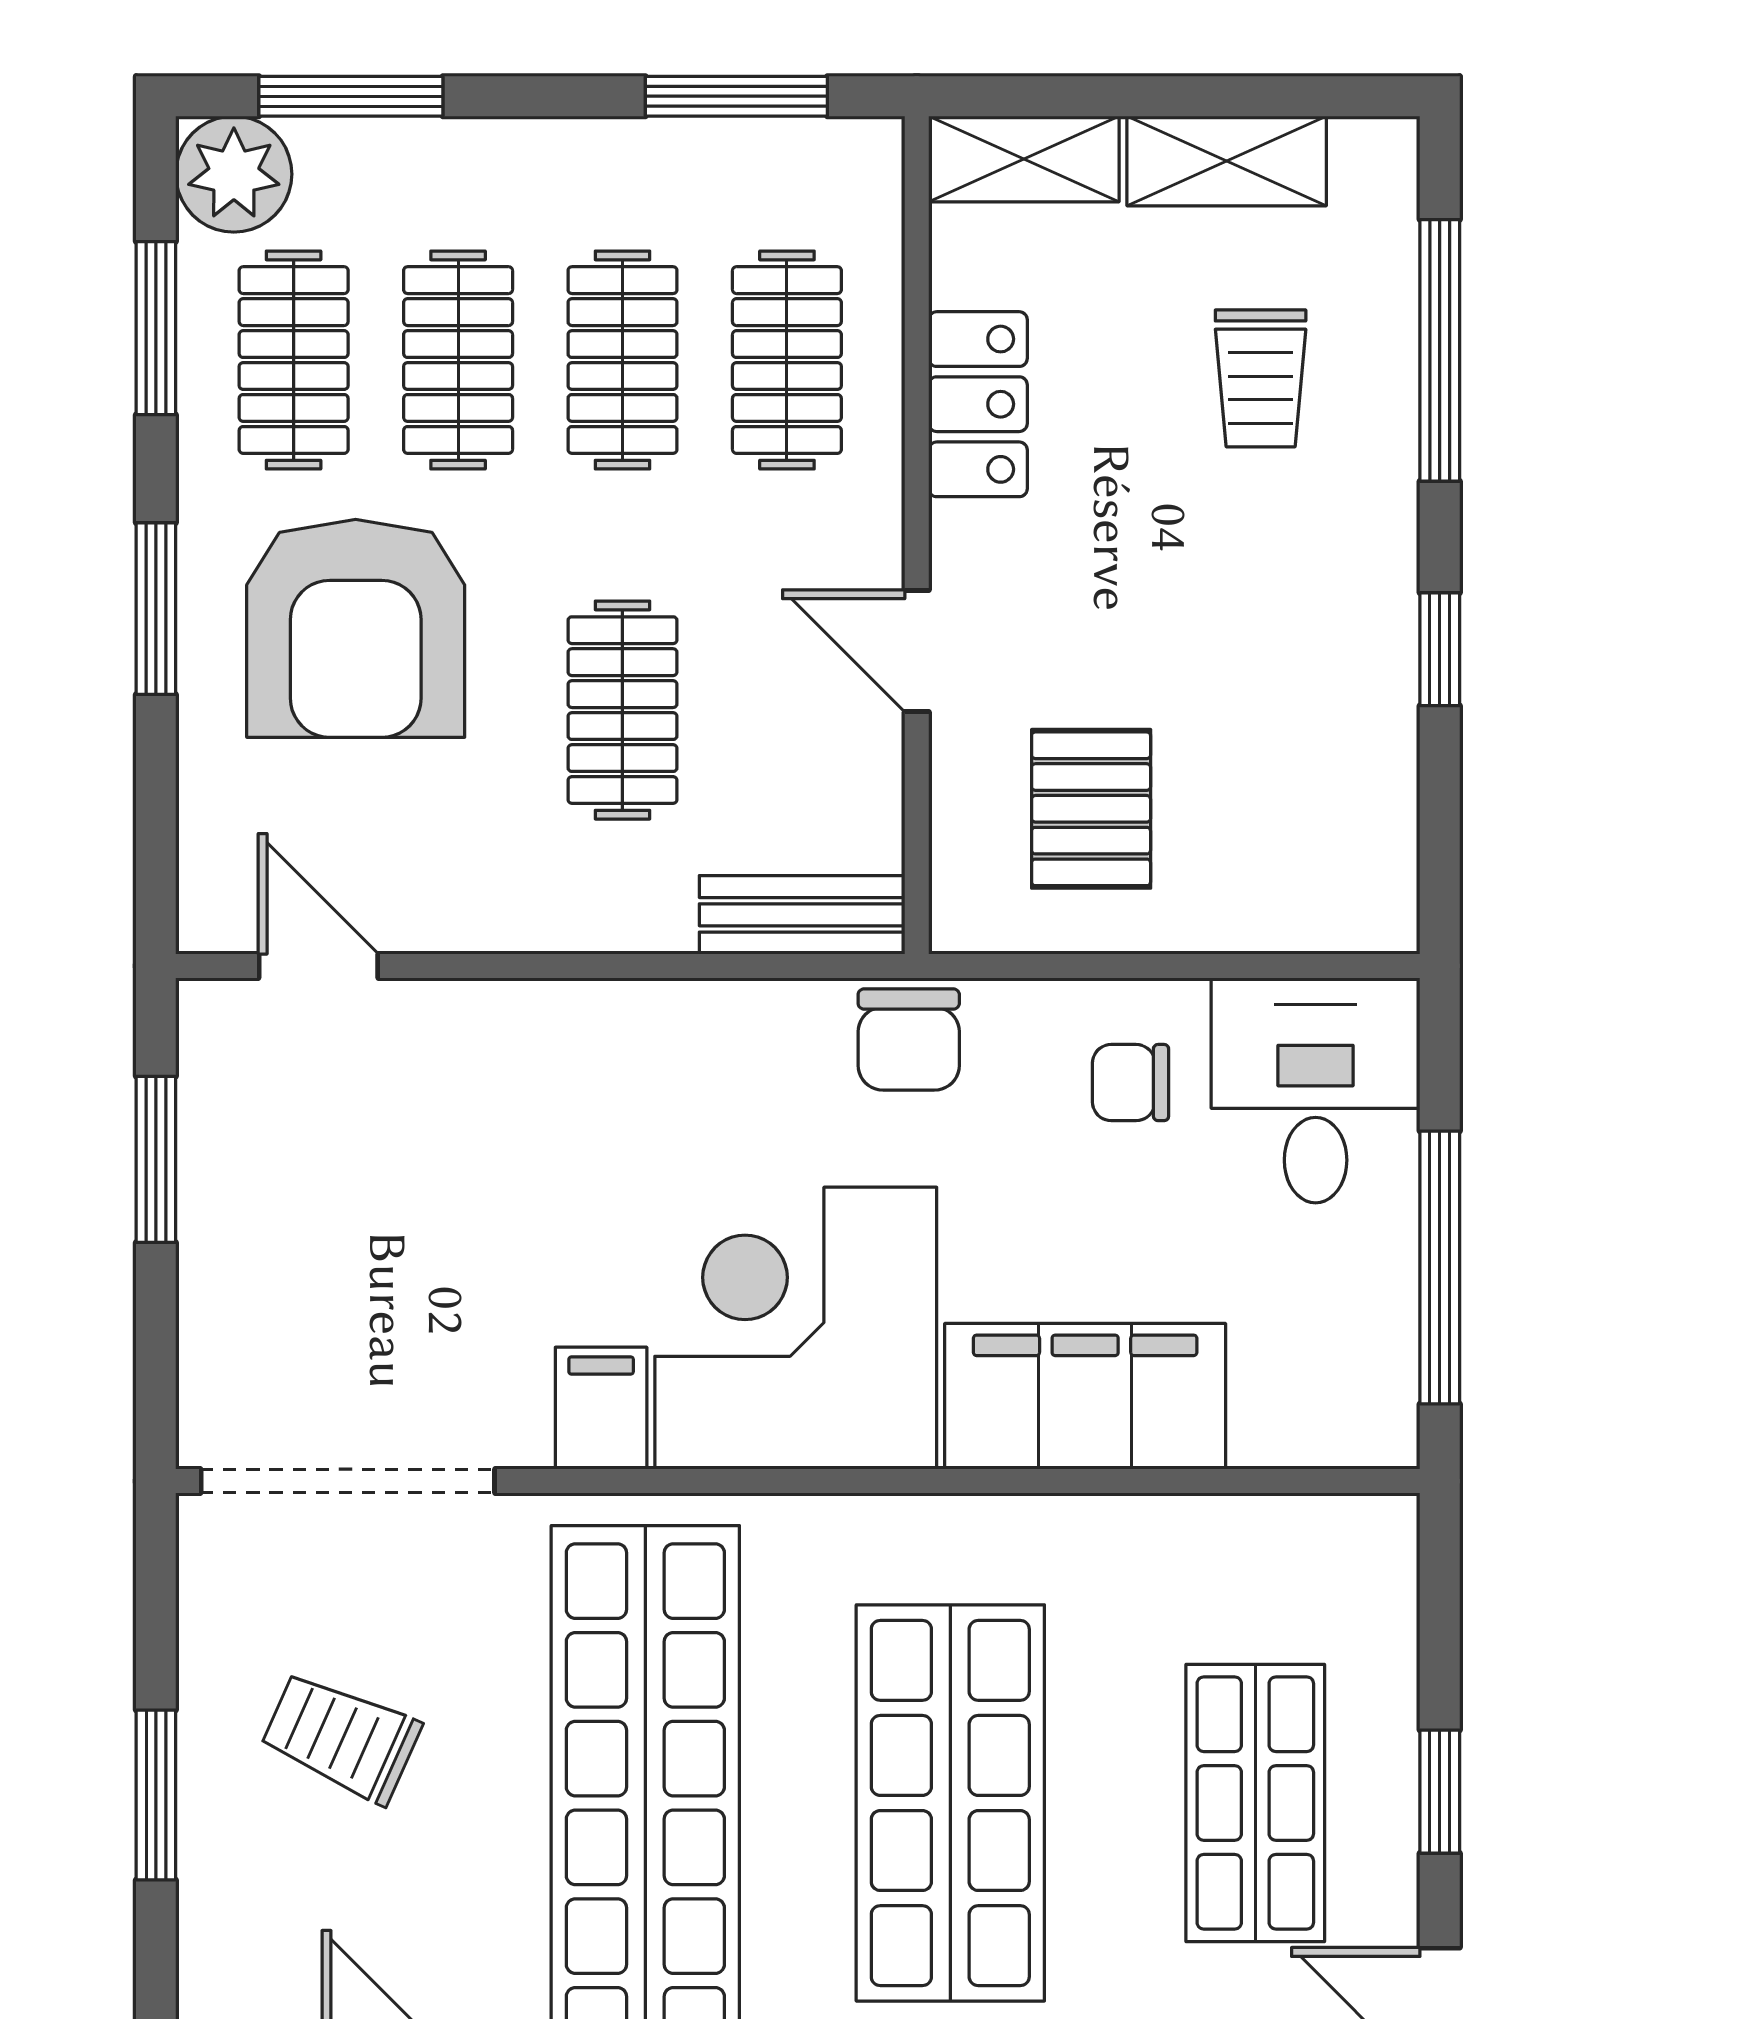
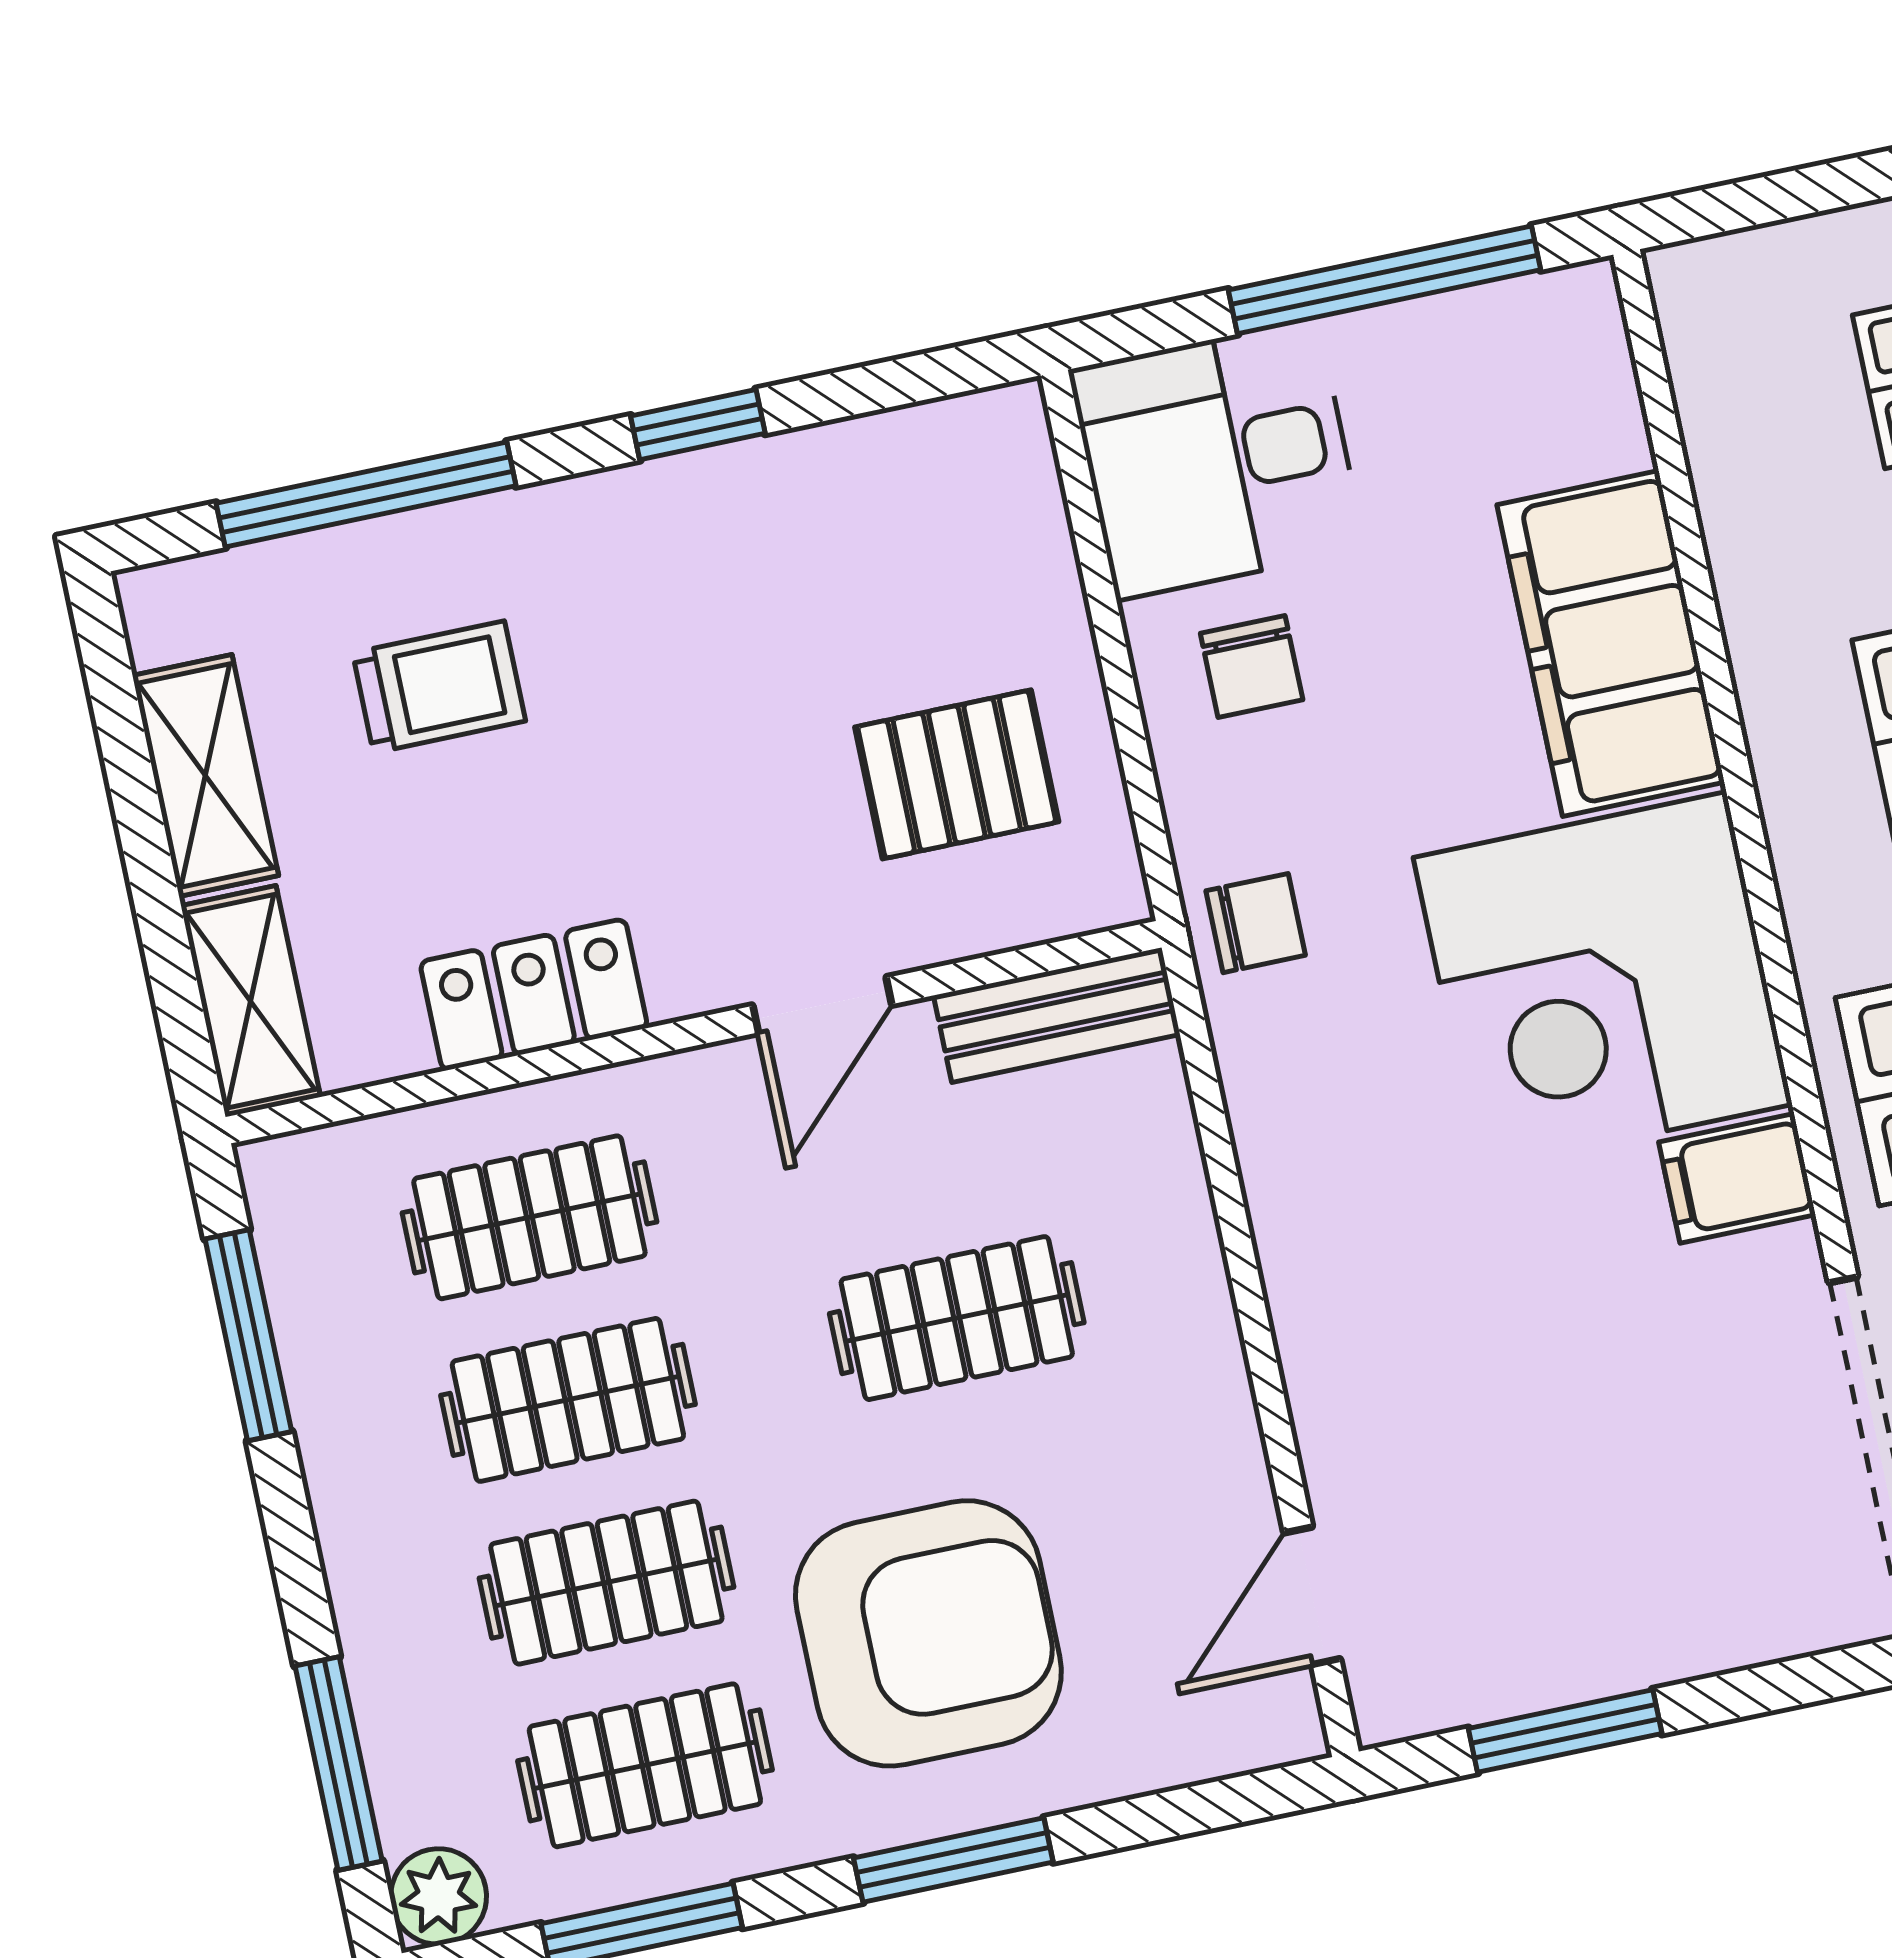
plant: (234, 174) -> (439, 1897), width x0.73, depth x0.73
bench: (802, 915) -> (1057, 1015), moved, turned 90
chair: (909, 1039) -> (1256, 923), width x0.73, depth x0.73

